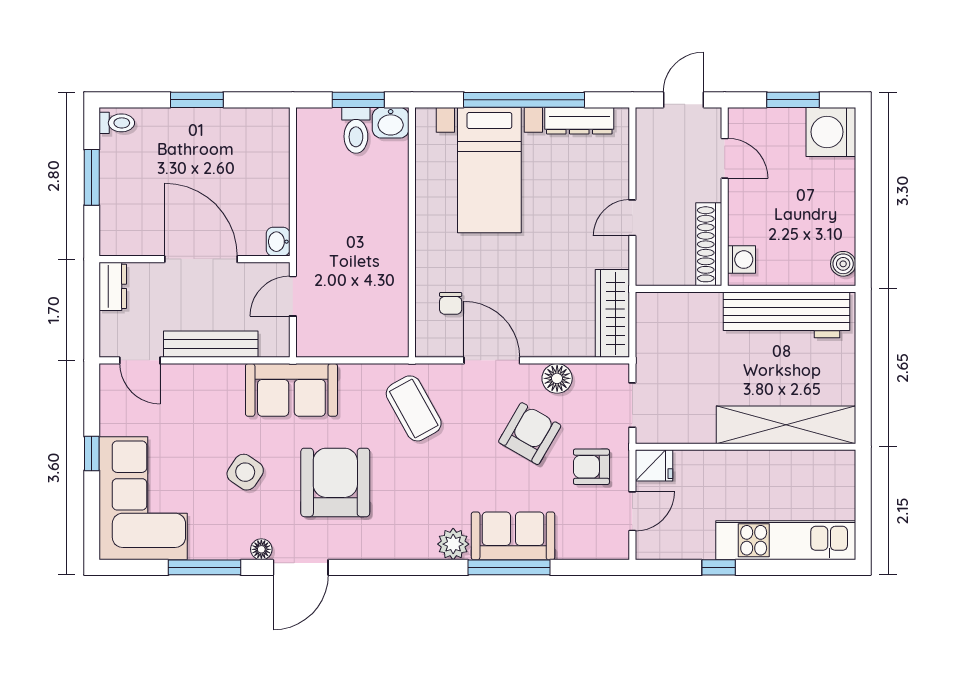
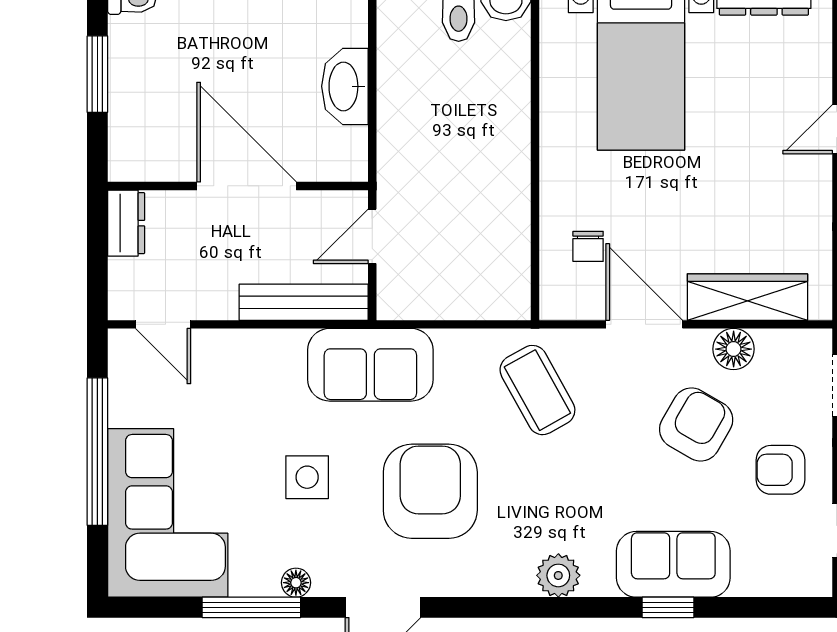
washbasin: (278, 242) -> (345, 86), moved, width x1.91, depth x1.45
wardrobe: (612, 313) -> (747, 297), moved, turned 90
bench: (211, 344) -> (304, 302), moved
window: (92, 453) -> (97, 452), width x3.17
side table: (245, 472) -> (307, 477), turned -34
plant: (453, 544) -> (558, 575), moved
floor lamp: (261, 549) -> (296, 583), moved
window: (509, 567) -> (668, 607), width x0.46

